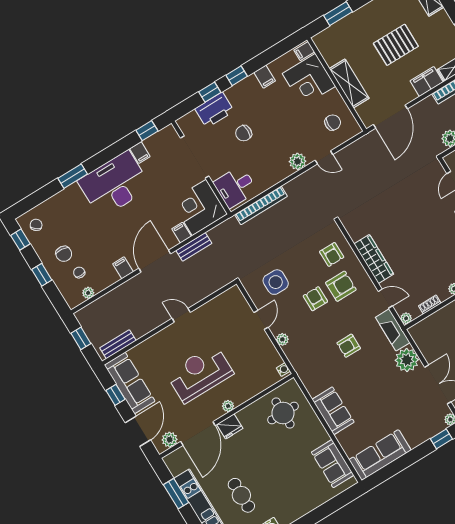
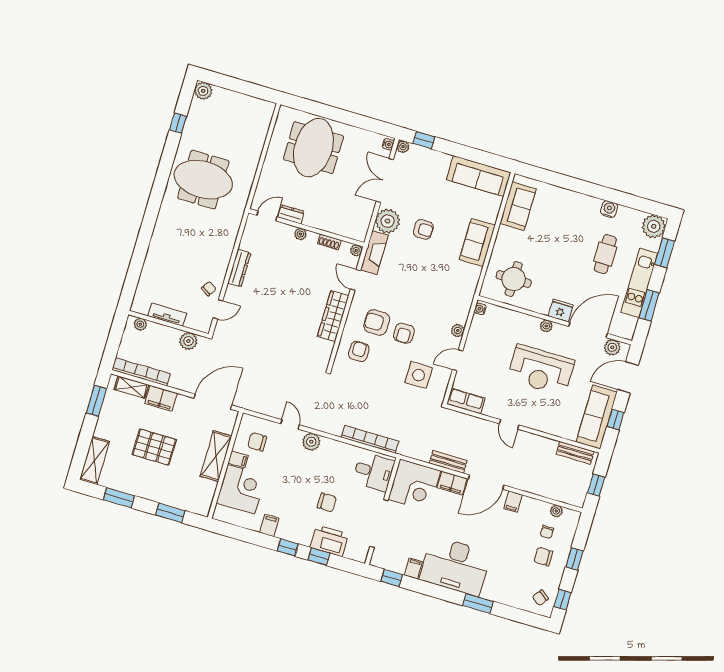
filing cabinet: (304, 51) -> (238, 459), moved
filing cabinet: (182, 233) -> (452, 483), width x2.00
chair: (64, 254) -> (543, 557), turned -95
row of seats: (226, 299) -> (466, 401), added
armchair: (349, 346) -> (423, 229), moved

